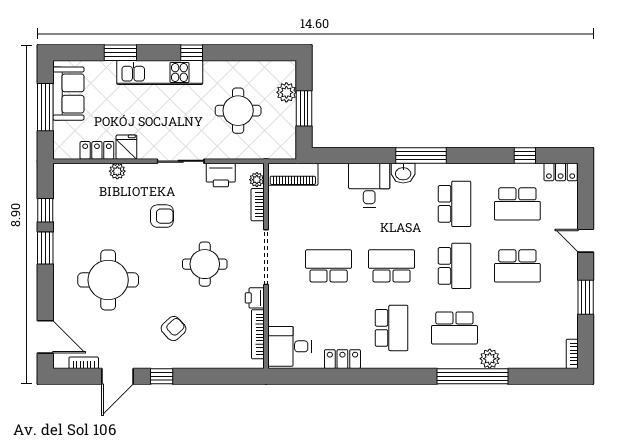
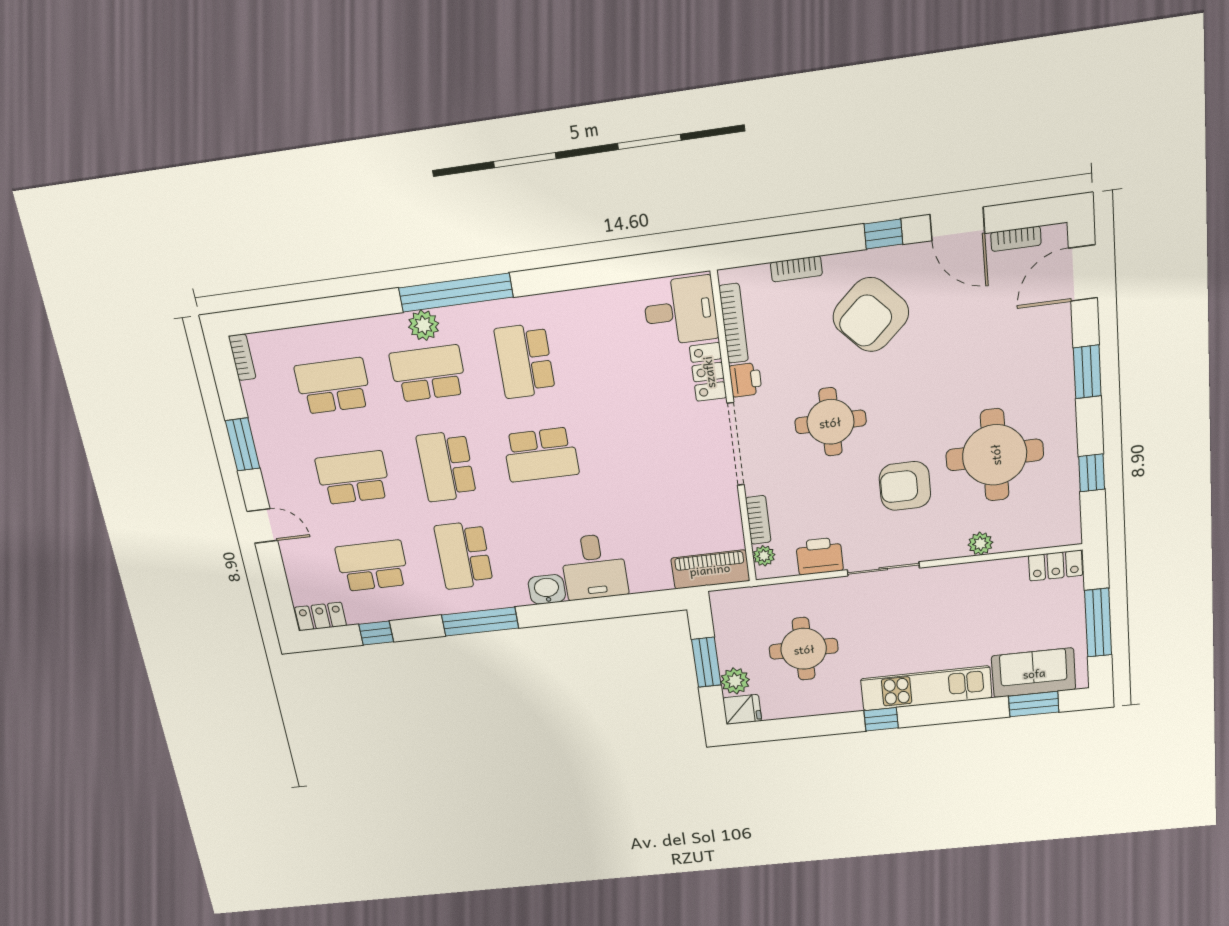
window: (120, 53) -> (1034, 704), moved
sofa: (68, 94) -> (1034, 673), moved, turned 90
fridge: (126, 147) -> (742, 709), moved, turned -90
locker: (97, 150) -> (1055, 566), moved
window: (421, 156) -> (480, 622), moved
armchair: (162, 216) -> (905, 486), width x1.38, depth x1.38
window: (45, 248) -> (1087, 372), moved
school desk: (329, 266) -> (333, 386), moved, turned 180
round table: (108, 280) -> (995, 455), moved
armchair: (174, 329) -> (871, 315), width x1.88, depth x1.88
door: (45, 337) -> (1083, 273), hinge flipped
locker: (342, 359) -> (708, 372), moved, turned 90
plant: (490, 359) -> (424, 325), moved
bookcase: (216, 362) -> (796, 269), added
door: (117, 376) -> (957, 224), swing flipped
window: (472, 376) -> (456, 293), moved

